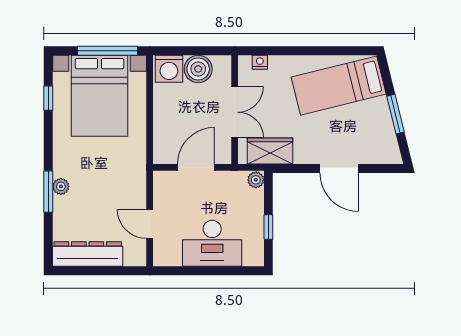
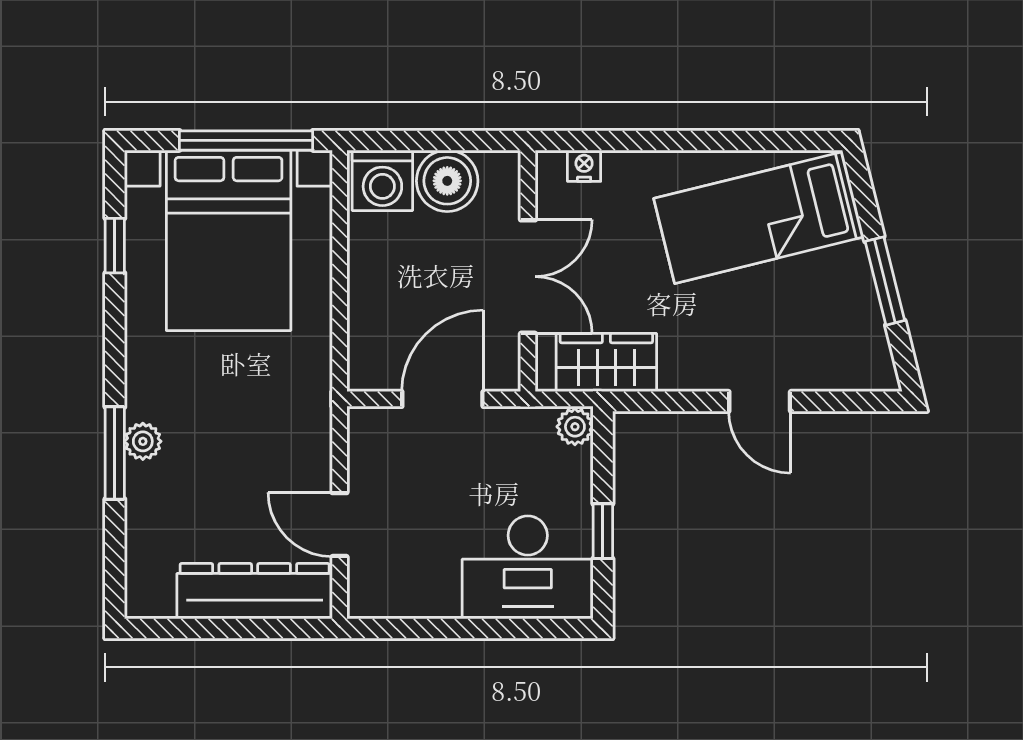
door: (339, 168) -> (760, 401), width x0.73
desk: (212, 243) -> (528, 567), moved
dresser: (88, 254) -> (255, 591), moved

